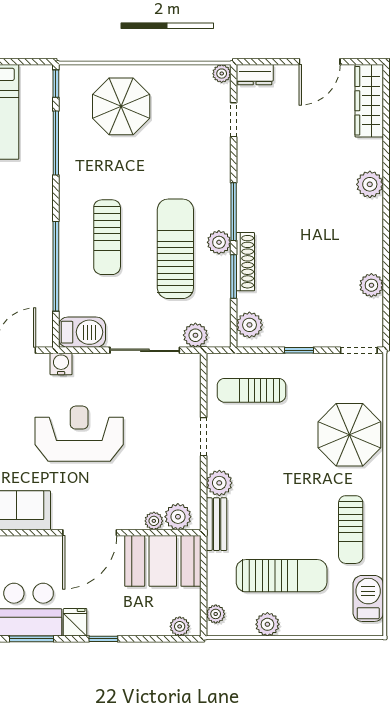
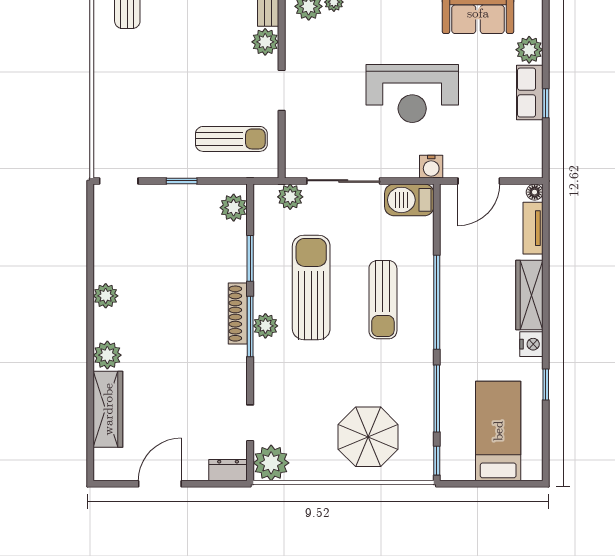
plant: (222, 74) -> (271, 463), width x1.87, depth x1.87
wardrobe: (369, 101) -> (108, 409), moved
sun lounger: (107, 237) -> (383, 300), turned 180
plant: (219, 242) -> (265, 326), moved
sun lounger: (175, 249) -> (311, 287), turned 180
shoe rack: (245, 262) -> (238, 314), moved
window: (56, 266) -> (437, 302), moved
plant: (371, 285) -> (106, 296), moved
parasol: (349, 435) -> (129, 92), removed

